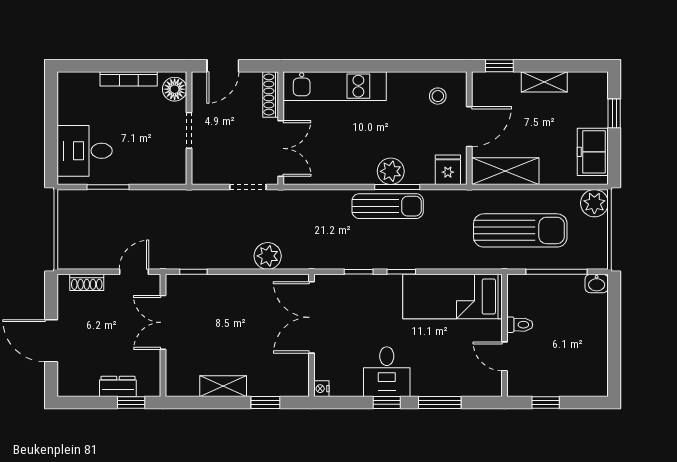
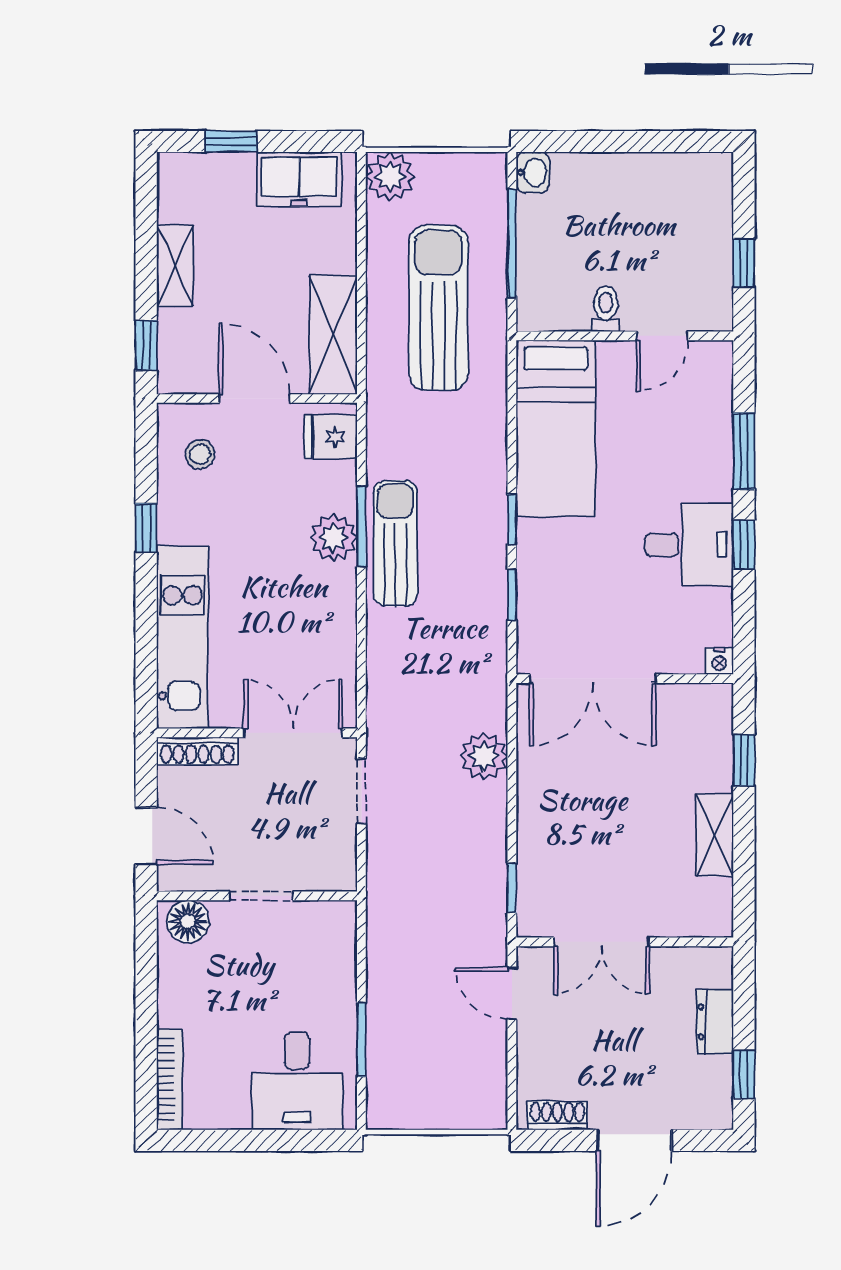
window: (396, 66) -> (146, 528), added
bookcase: (129, 79) -> (170, 1079), moved
shoe rack: (87, 282) -> (558, 1115), moved, turned -90
window: (131, 403) -> (744, 1074), moved

